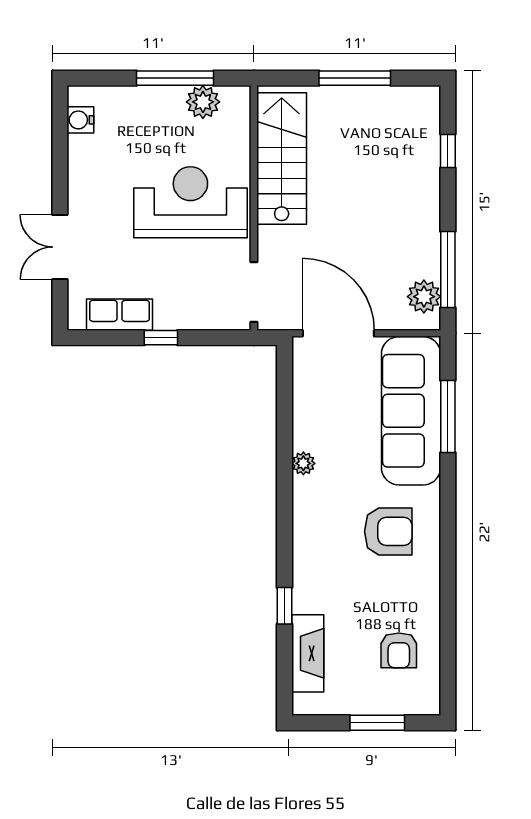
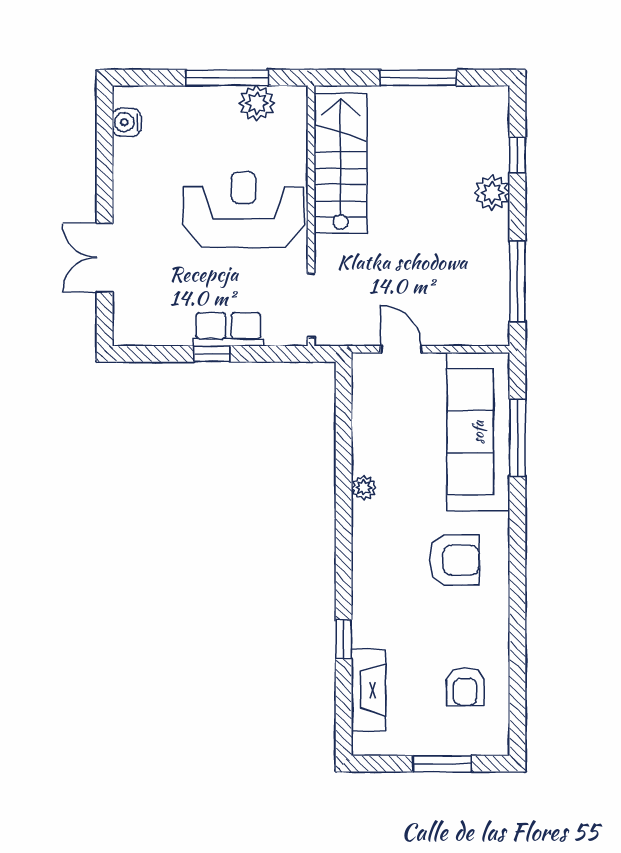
plant: (424, 297) -> (492, 193), moved
row of seats: (119, 315) -> (228, 329), moved
door: (338, 333) -> (401, 349), width x0.53

